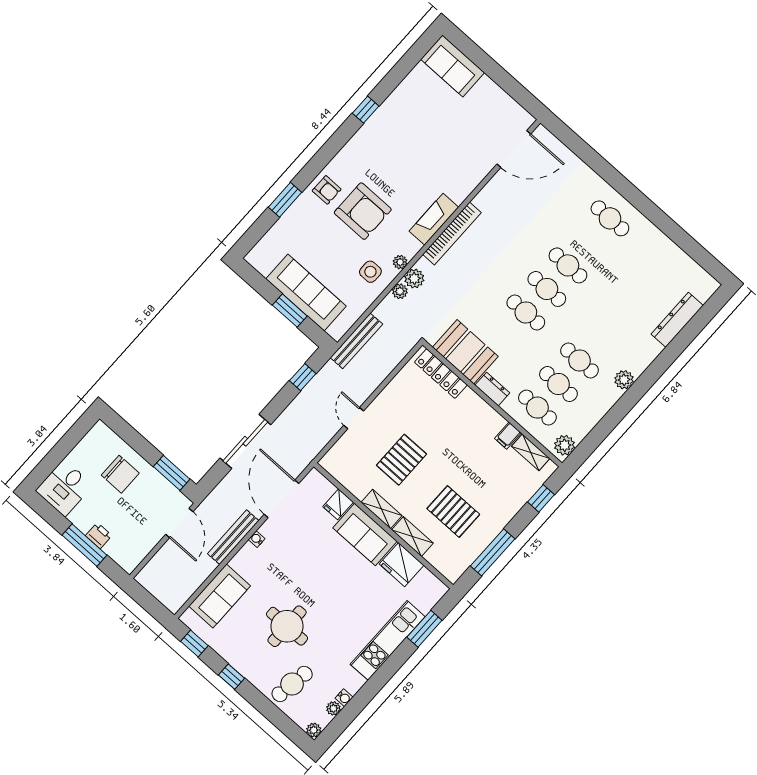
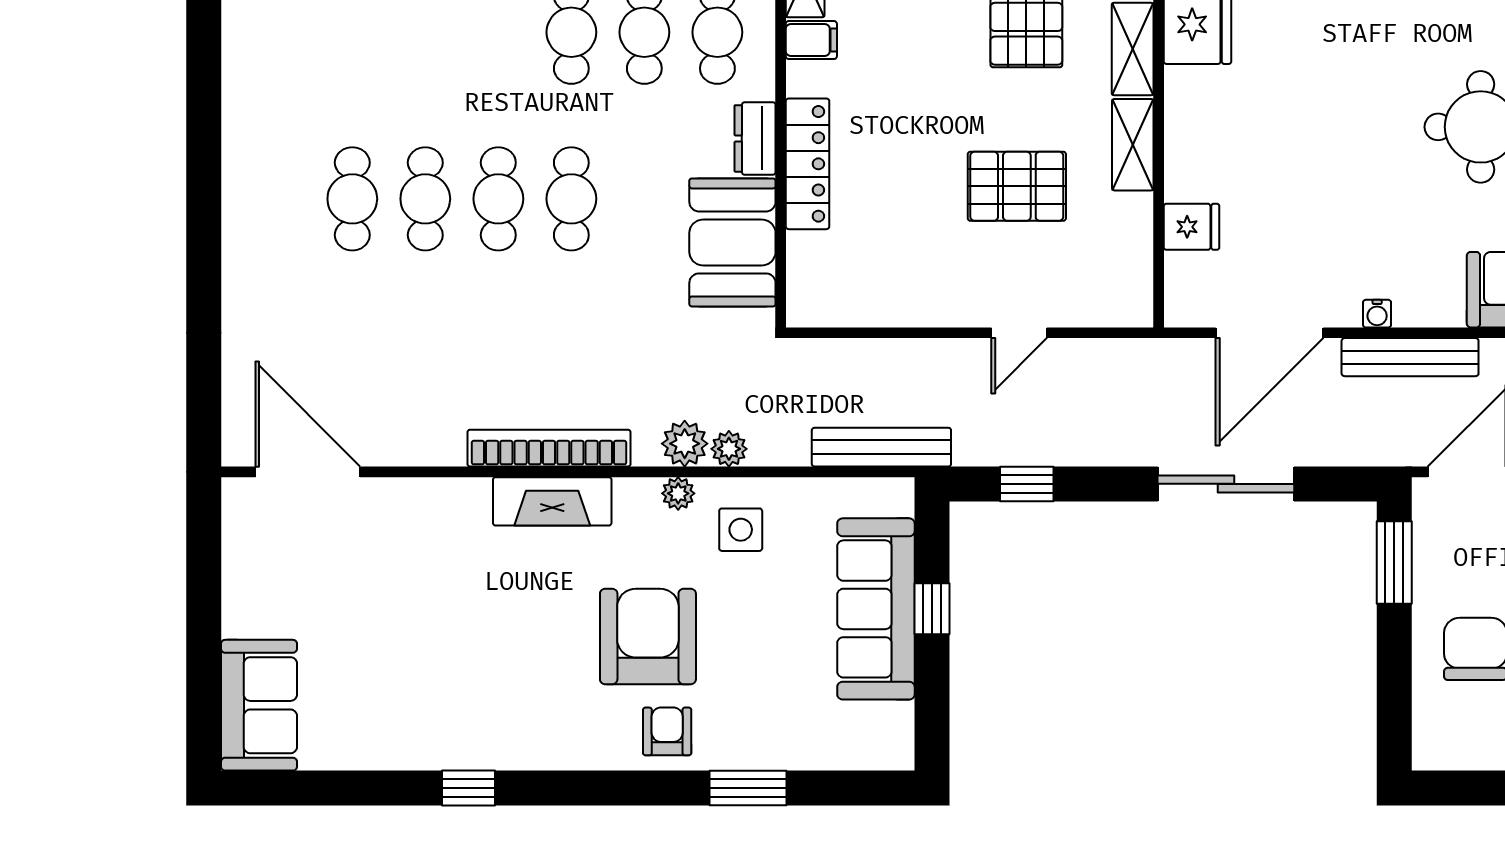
cafe table: (610, 218) -> (352, 199), moved
window: (290, 311) -> (932, 609), width x0.67
locker: (441, 374) -> (808, 164), moved
sofa: (365, 535) -> (1202, 134), removed

